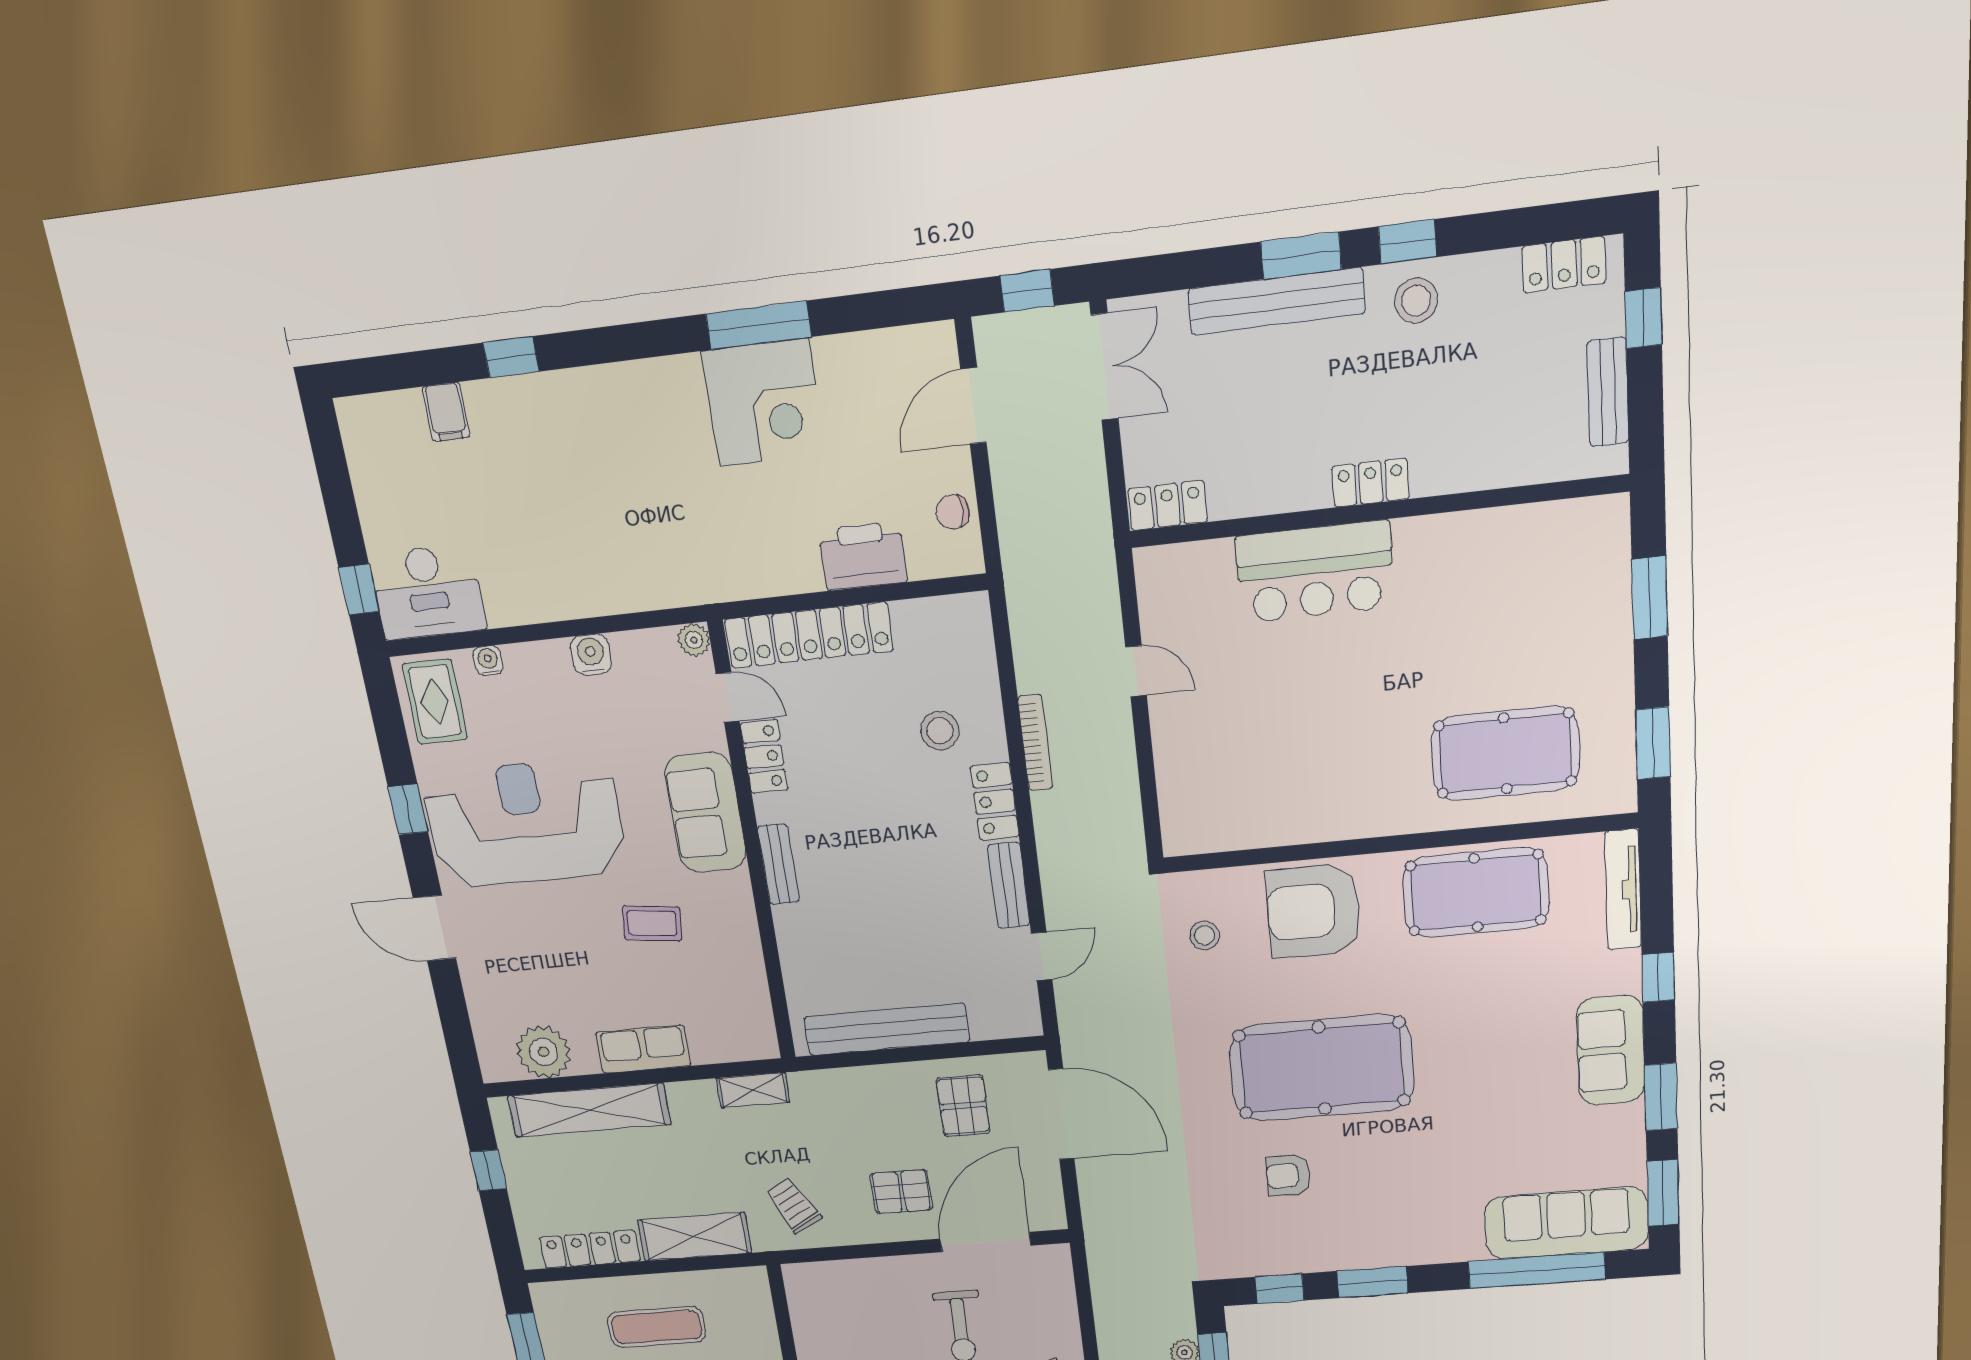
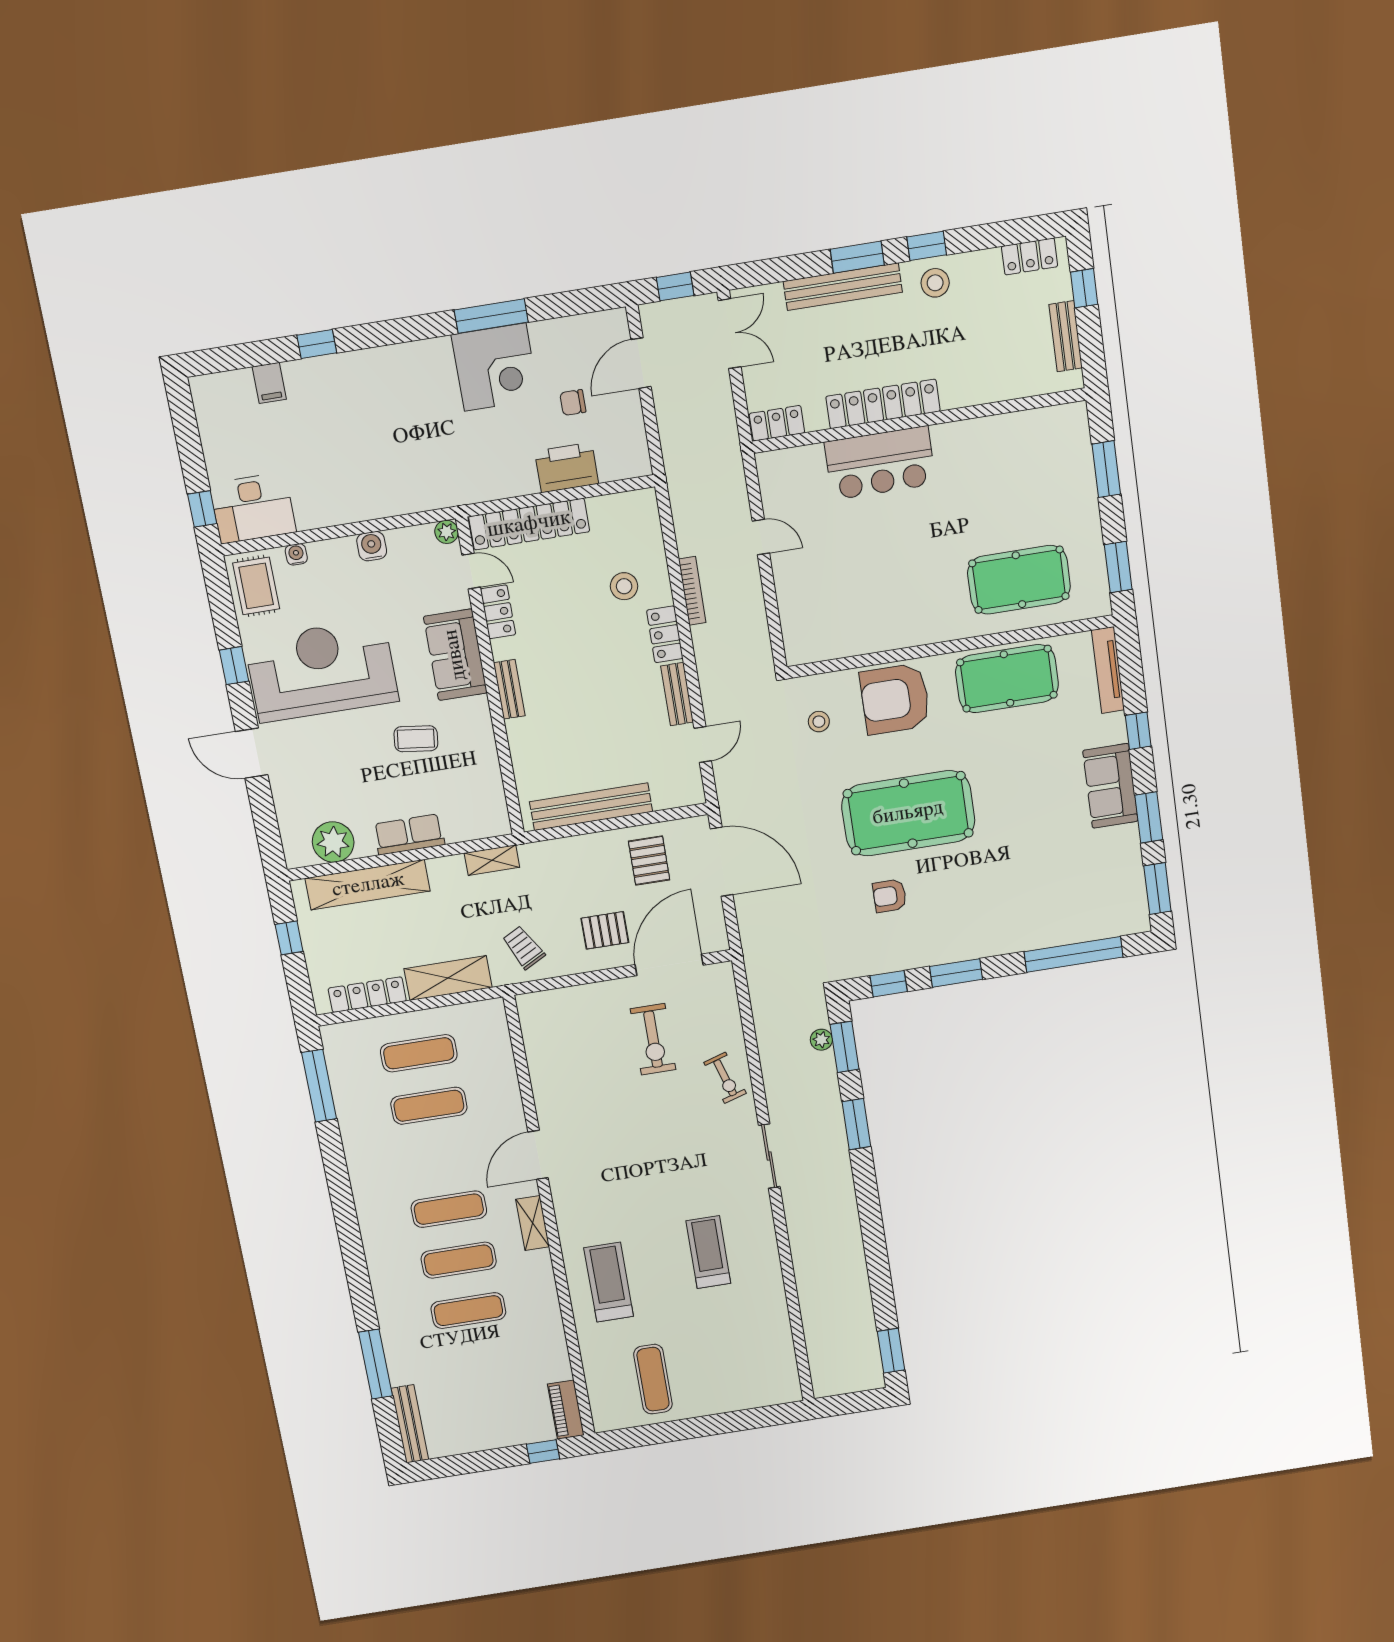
locker: (1371, 483) -> (883, 404), width x2.16, depth x1.21
chair: (953, 512) -> (573, 403), moved
sofa: (1566, 1223) -> (1091, 917), removed

